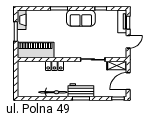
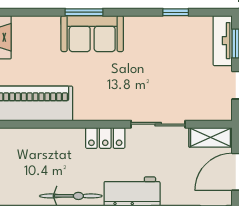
sofa: (81, 18) -> (92, 34), moved
locker: (54, 66) -> (105, 138), moved

